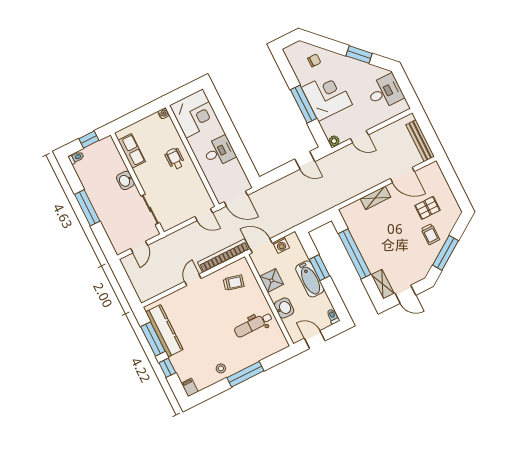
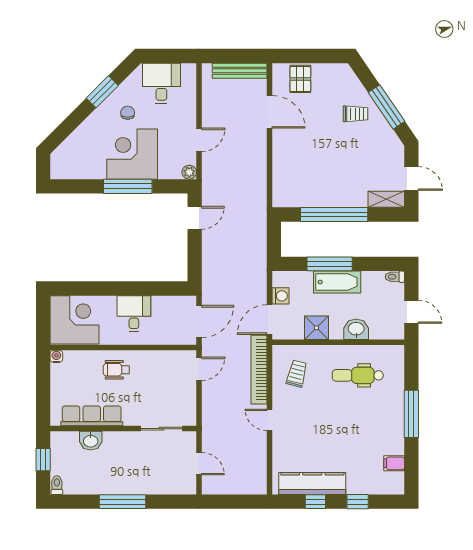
chair: (314, 60) -> (128, 113), moved
row of seats: (132, 151) -> (92, 416), width x1.48
door: (402, 175) -> (269, 112), hinge flipped
washbasin: (125, 180) -> (91, 441), moved
shelving: (375, 198) -> (280, 157), removed
pallet: (427, 208) -> (300, 79), moved
window: (319, 268) -> (330, 264), width x1.44
door: (405, 294) -> (411, 178), hinge flipped
dental chair: (253, 325) -> (358, 375), turned 90
window: (153, 339) -> (315, 502), width x0.46
door: (315, 340) -> (411, 312), swing flipped
stool: (221, 368) -> (390, 439), removed
filing cabinet: (190, 387) -> (394, 463), moved

